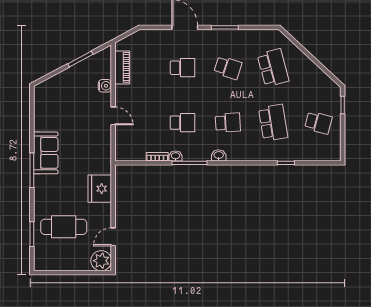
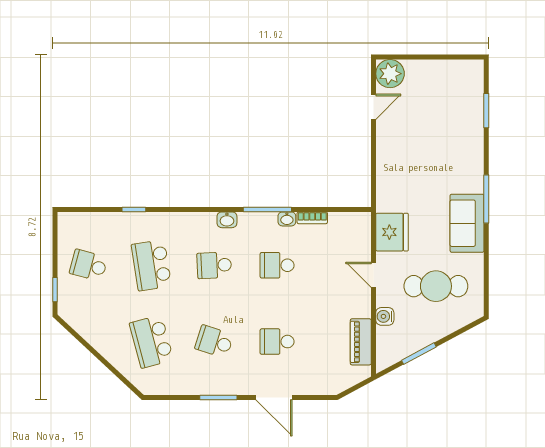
fridge: (100, 189) -> (392, 232), moved
cafe table: (64, 227) -> (436, 286), moved

